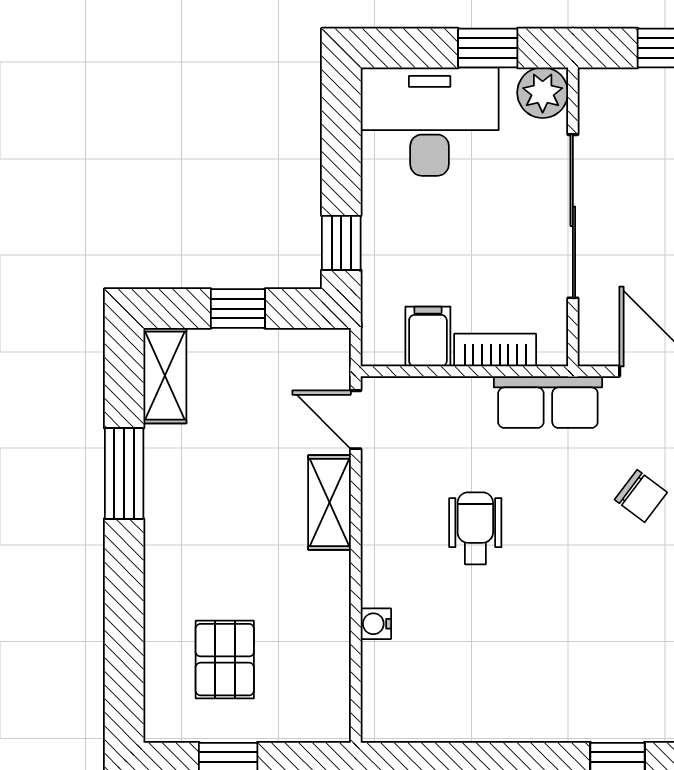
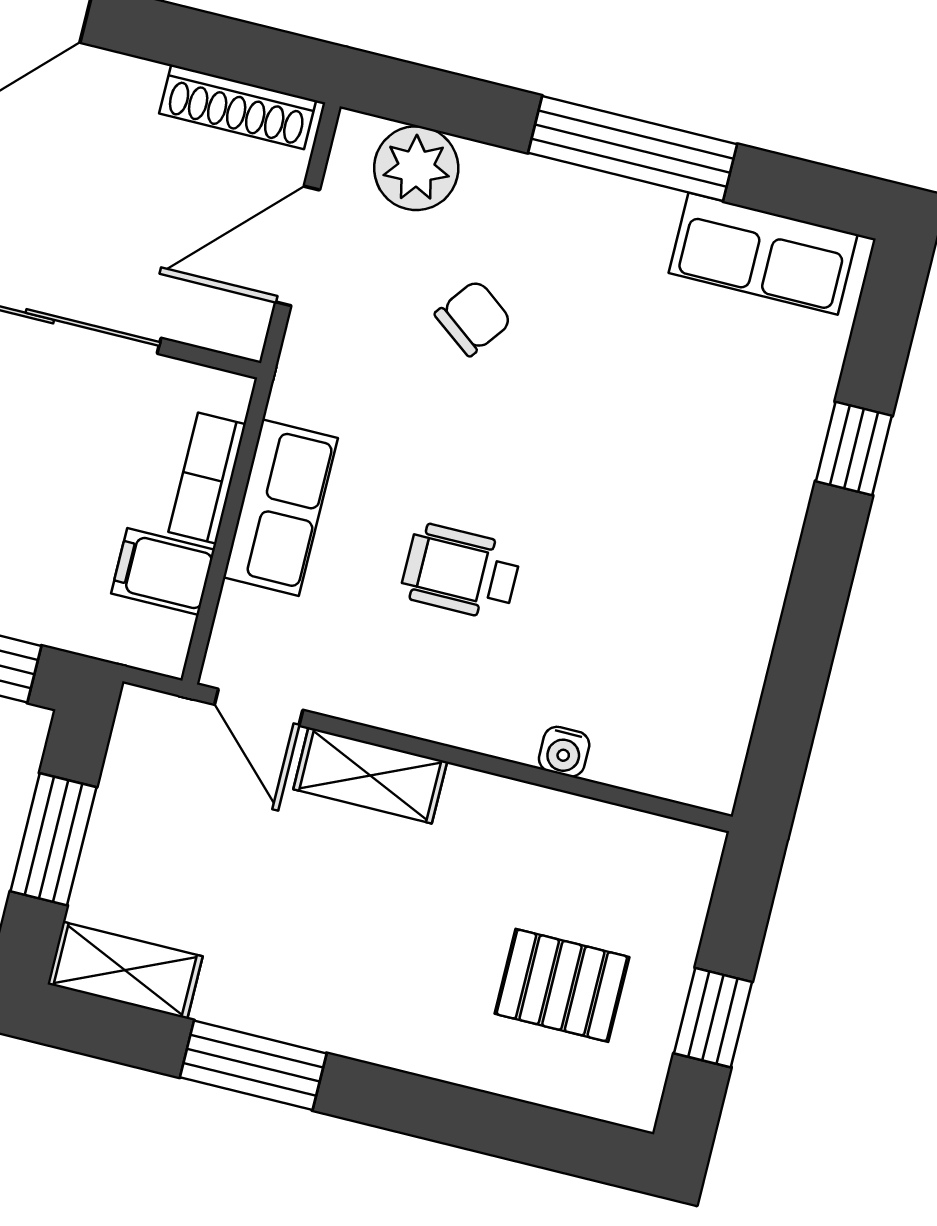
window: (238, 309) -> (53, 839), width x1.50
row of seats: (548, 402) -> (280, 508), moved
door: (356, 420) -> (259, 707), hinge flipped

